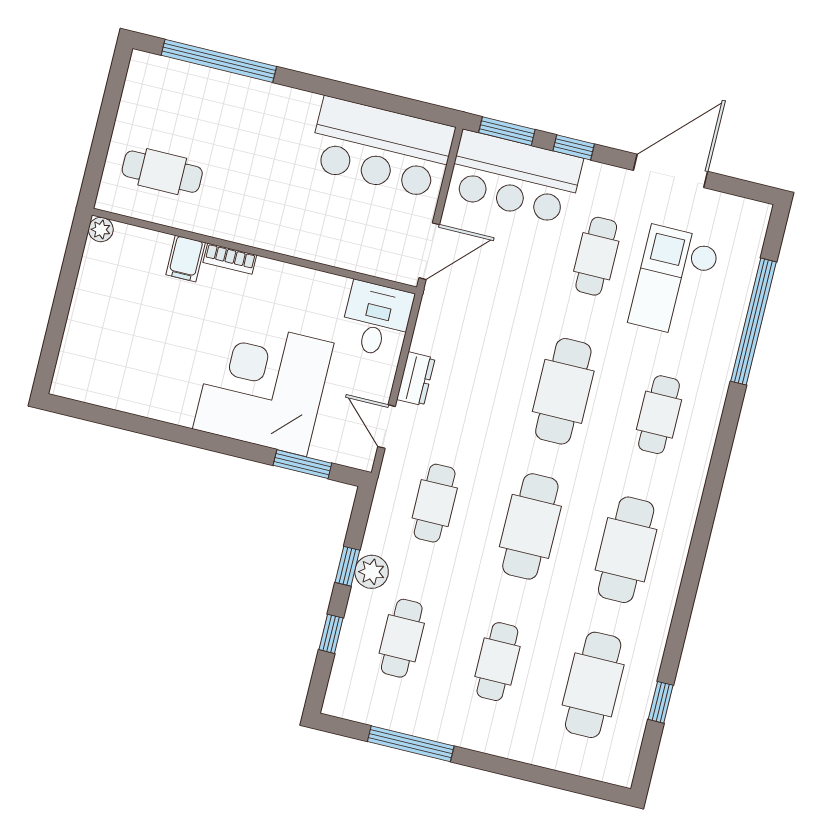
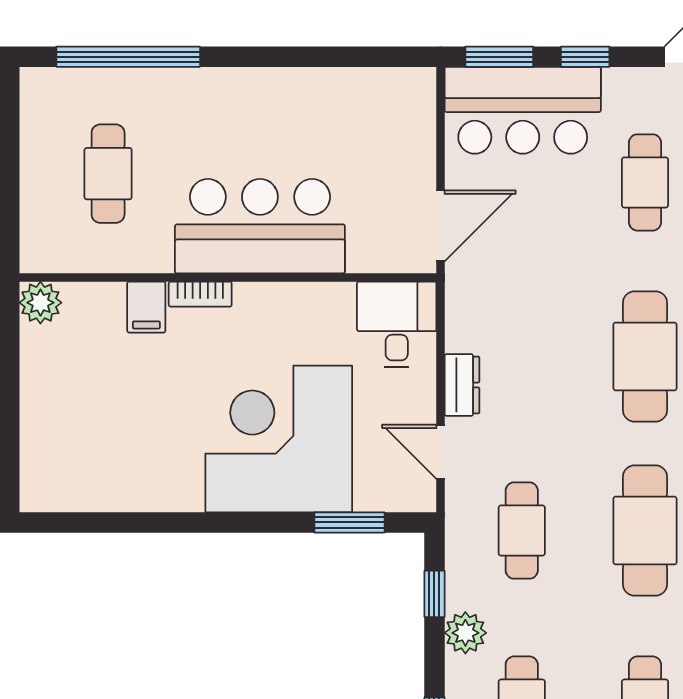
bar counter: (381, 148) -> (260, 226), moved, turned 180
cafe table: (162, 172) -> (108, 174), moved, turned 90
plant: (101, 230) -> (40, 303), width x1.38, depth x1.38
window: (347, 566) -> (434, 594), moved

